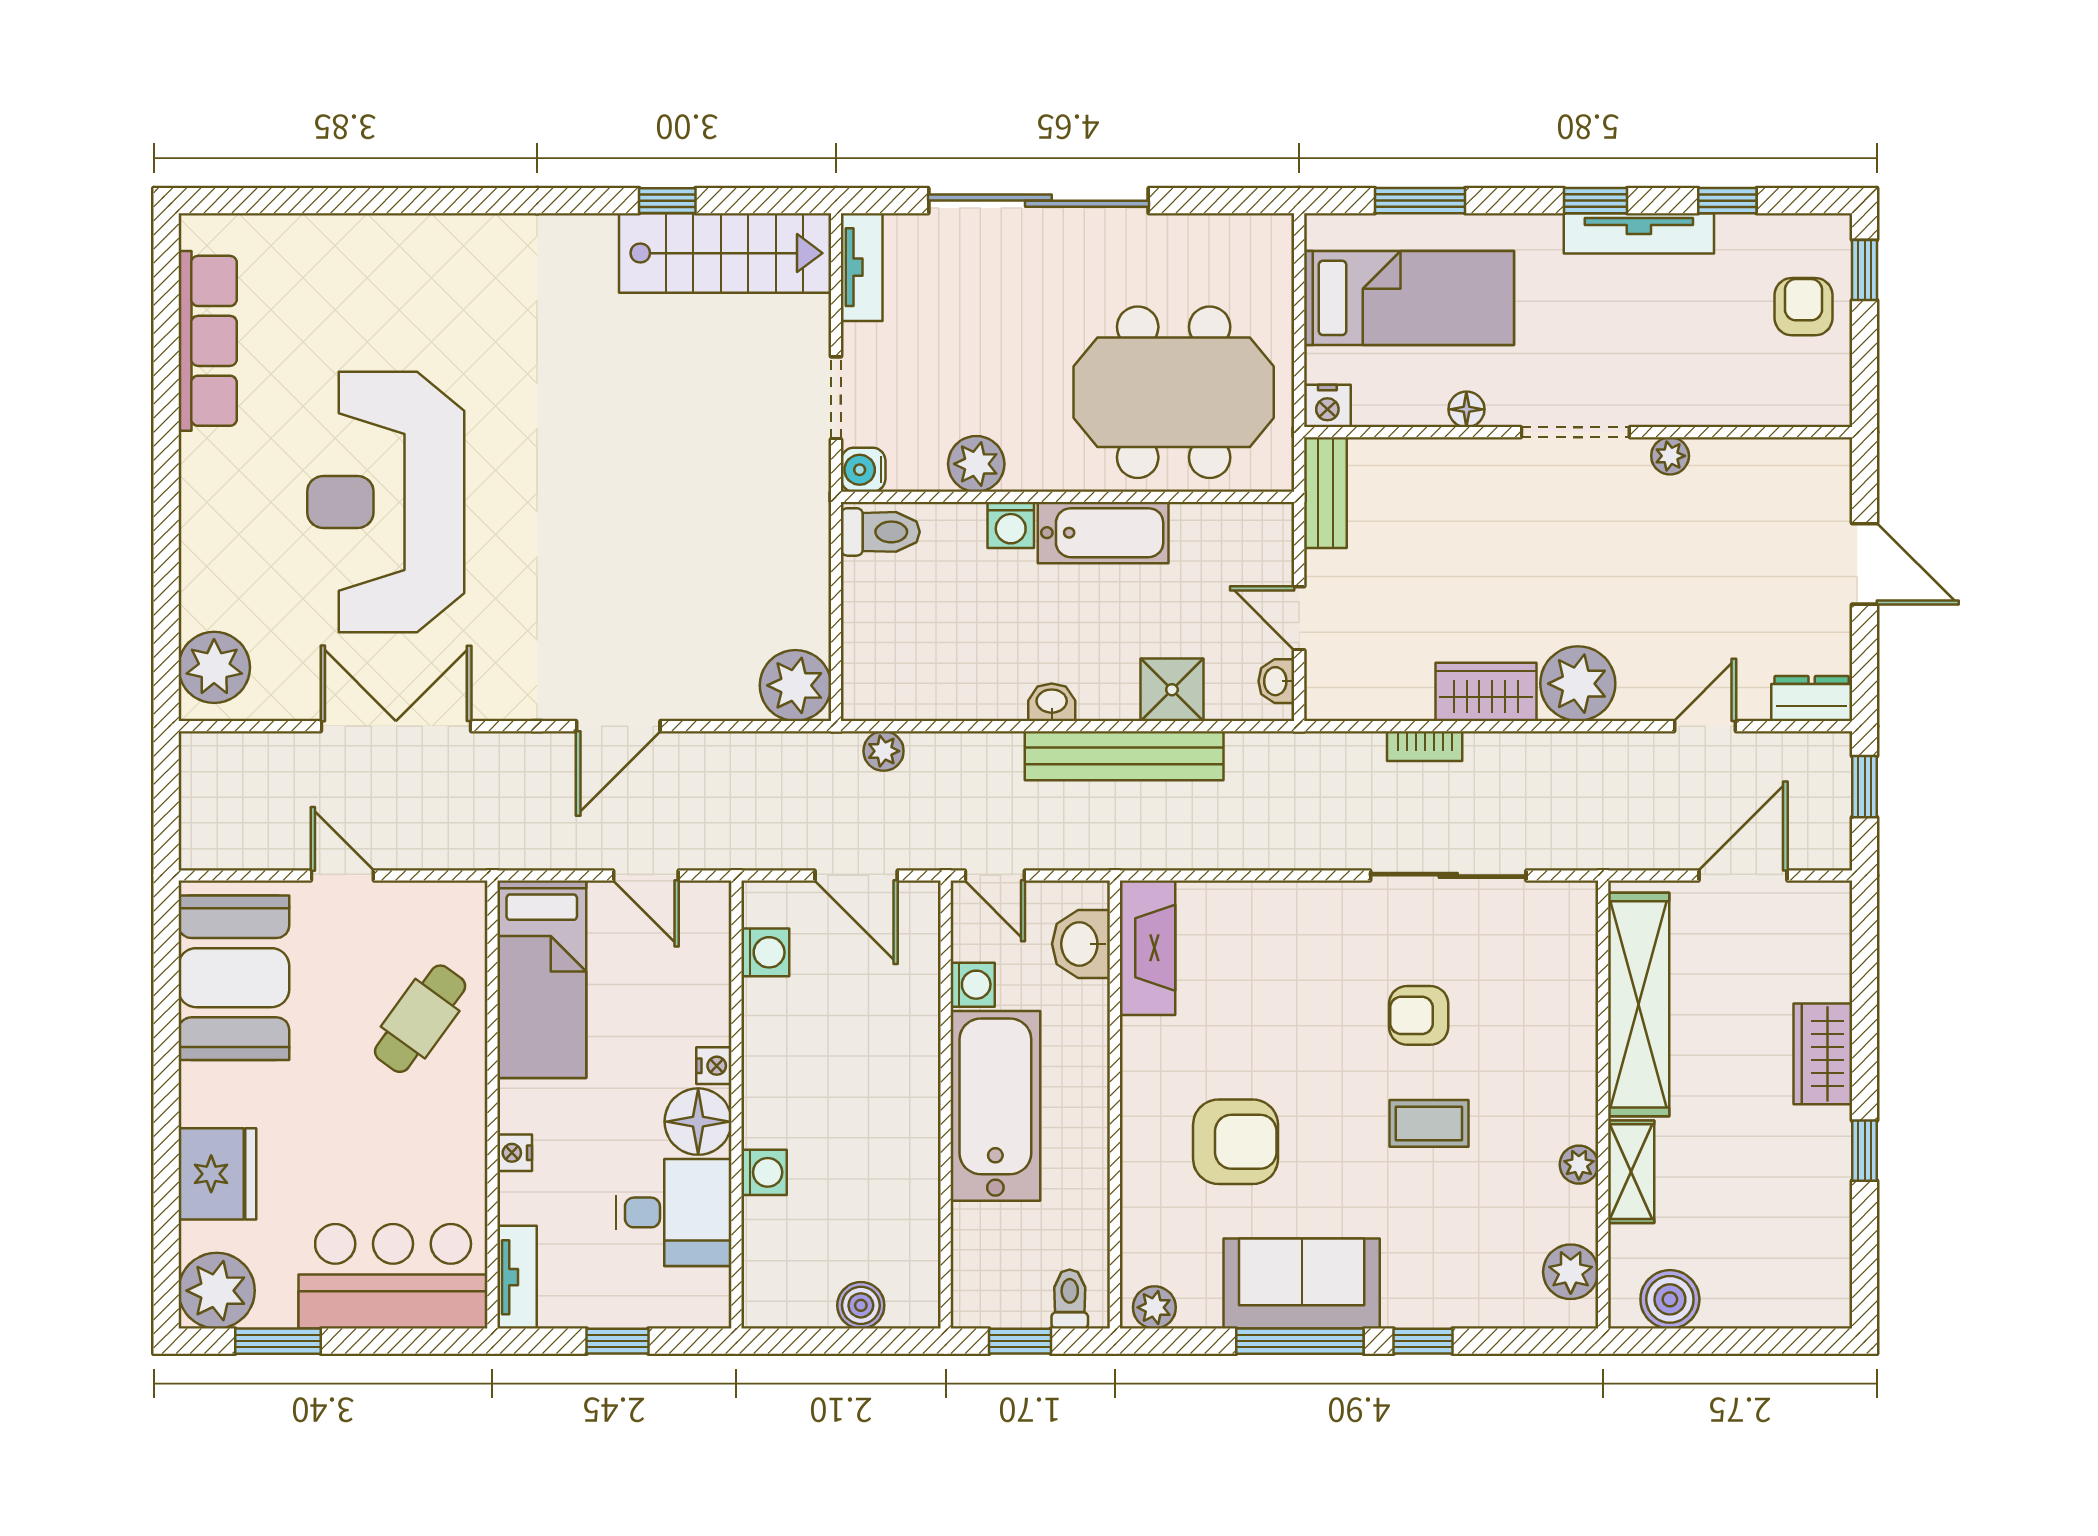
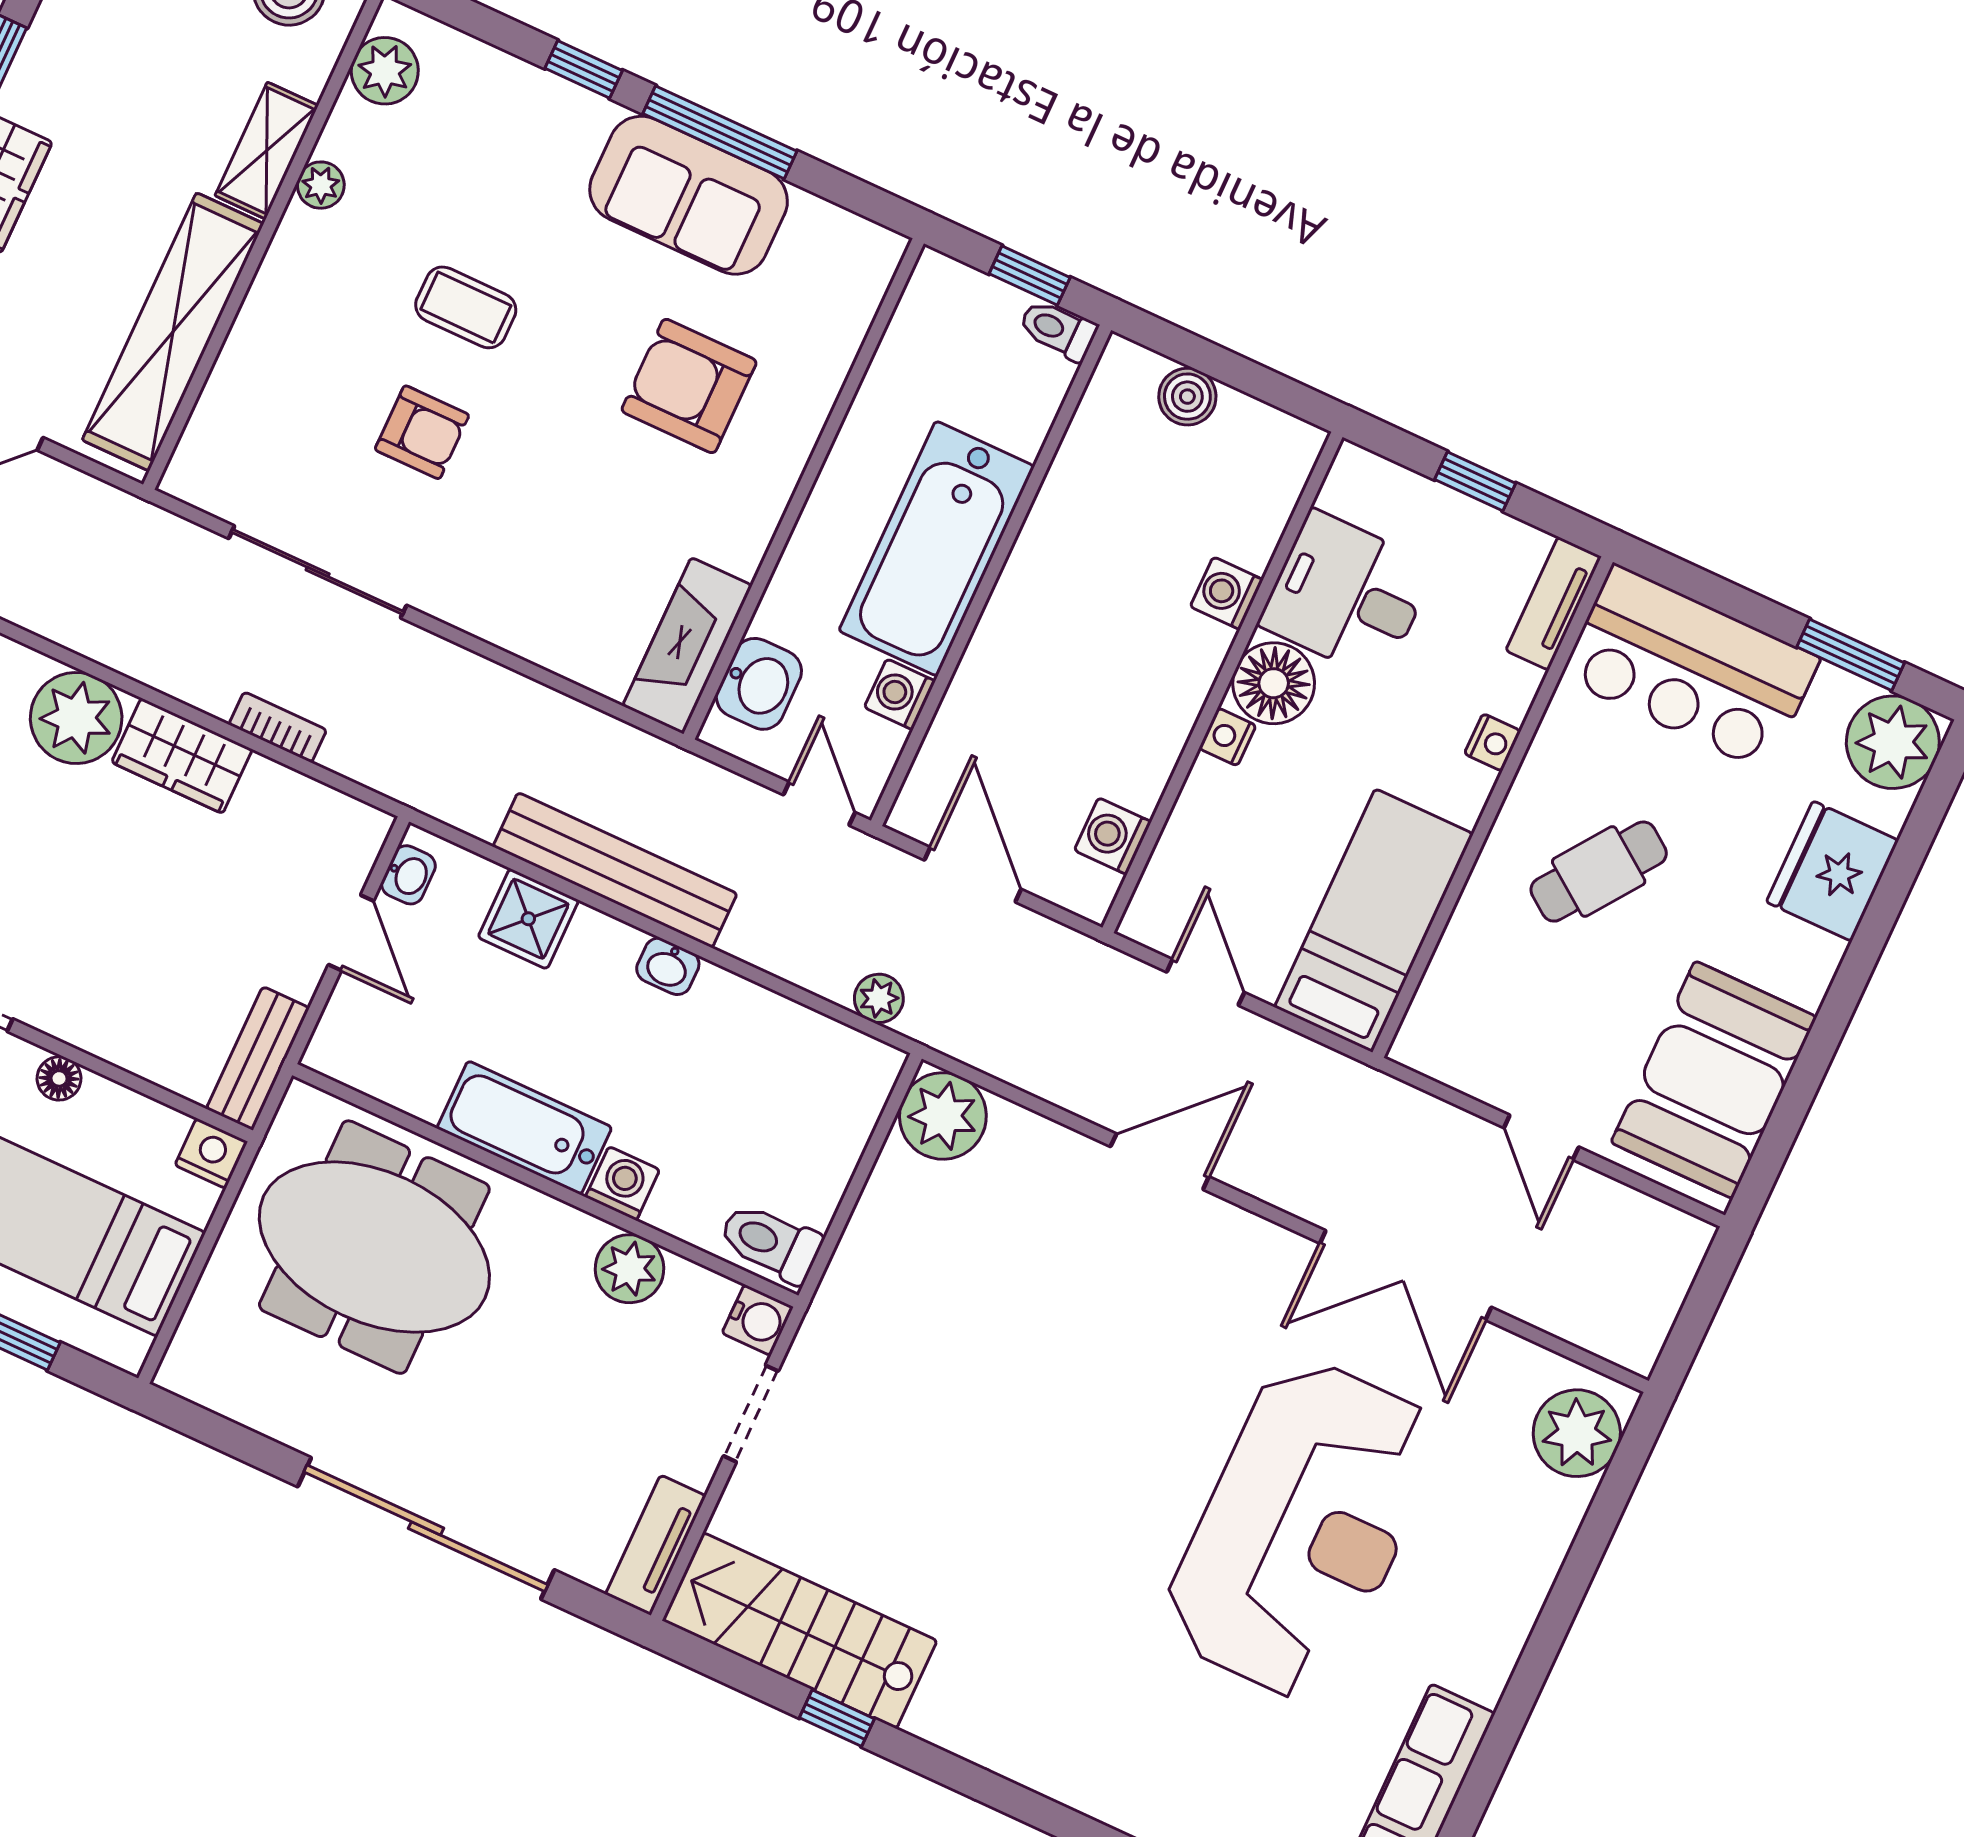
cafe table: (420, 1019) -> (1599, 872), moved
toilet: (1070, 1299) -> (1058, 330), moved, turned 90
plant: (1154, 1307) -> (864, 244), removed

